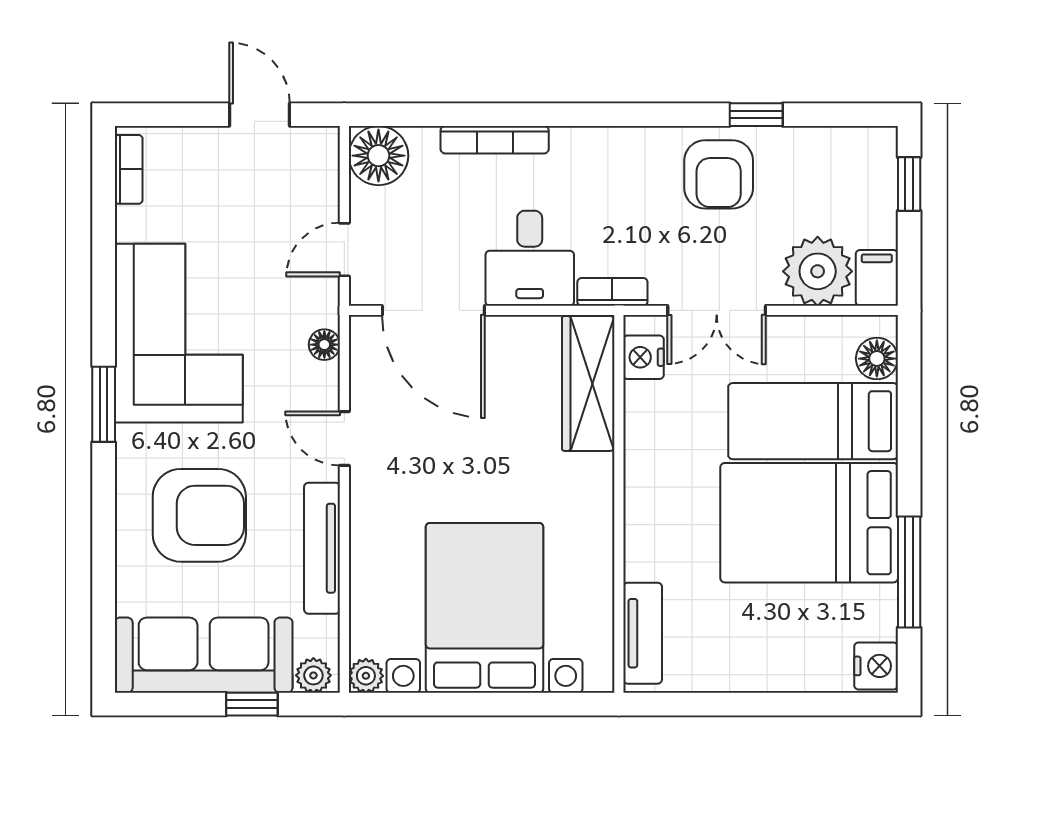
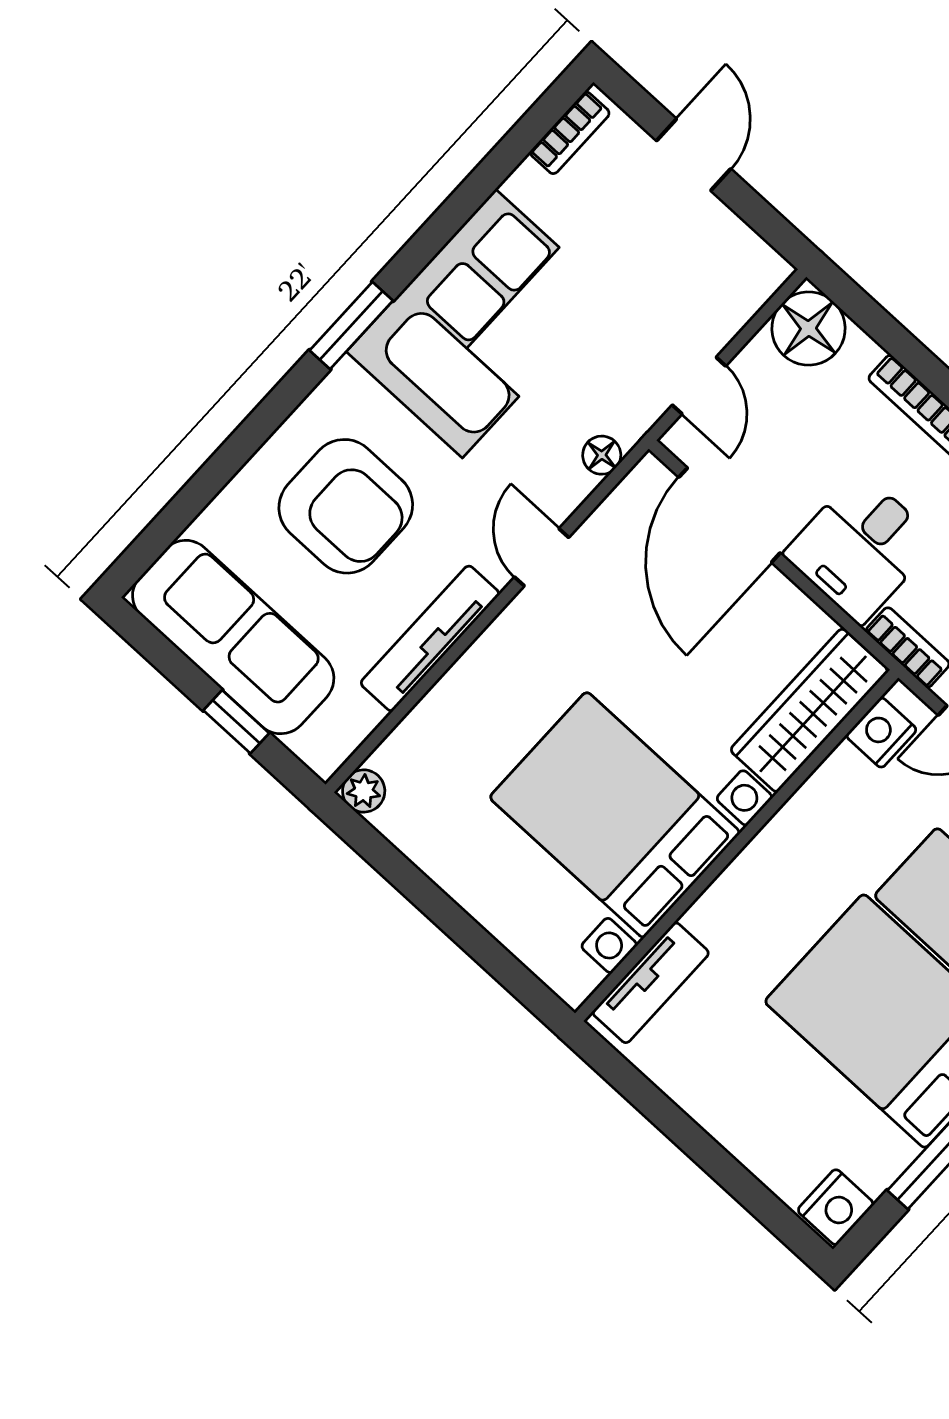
door: (259, 115) -> (694, 155), moved
door: (344, 250) -> (699, 385), swing flipped
bed with nightstands: (484, 608) -> (615, 815), moved, turned -90
plant: (313, 675) -> (316, 747), removed

